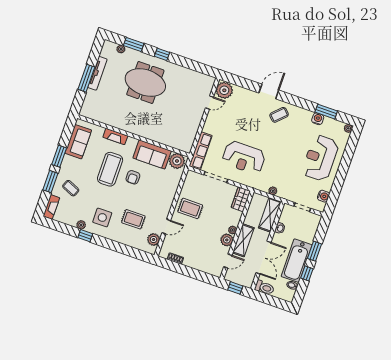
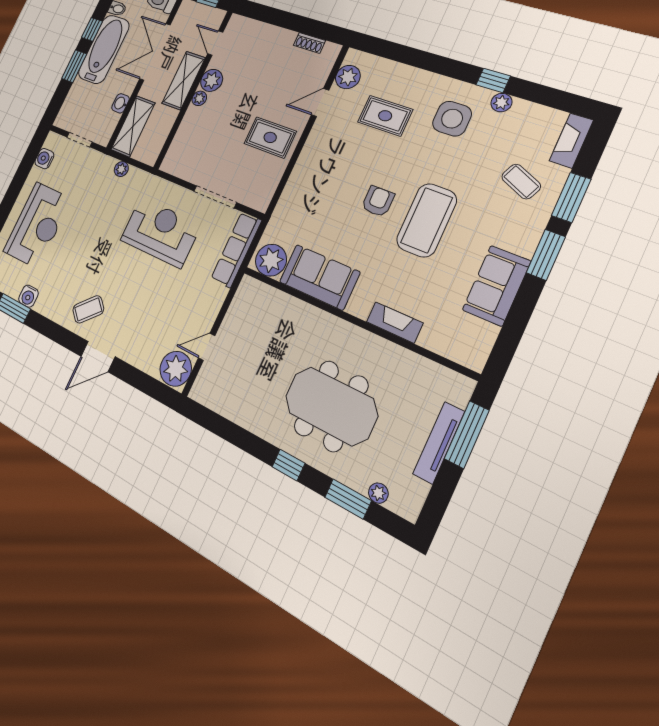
fireplace: (115, 136) -> (395, 322), moved
wall: (133, 136) -> (354, 320), moved
sofa: (152, 154) -> (319, 277), moved
plant: (177, 161) -> (271, 260), moved
wardrobe: (241, 199) -> (177, 154), removed
door: (228, 261) -> (215, 43), hinge flipped

